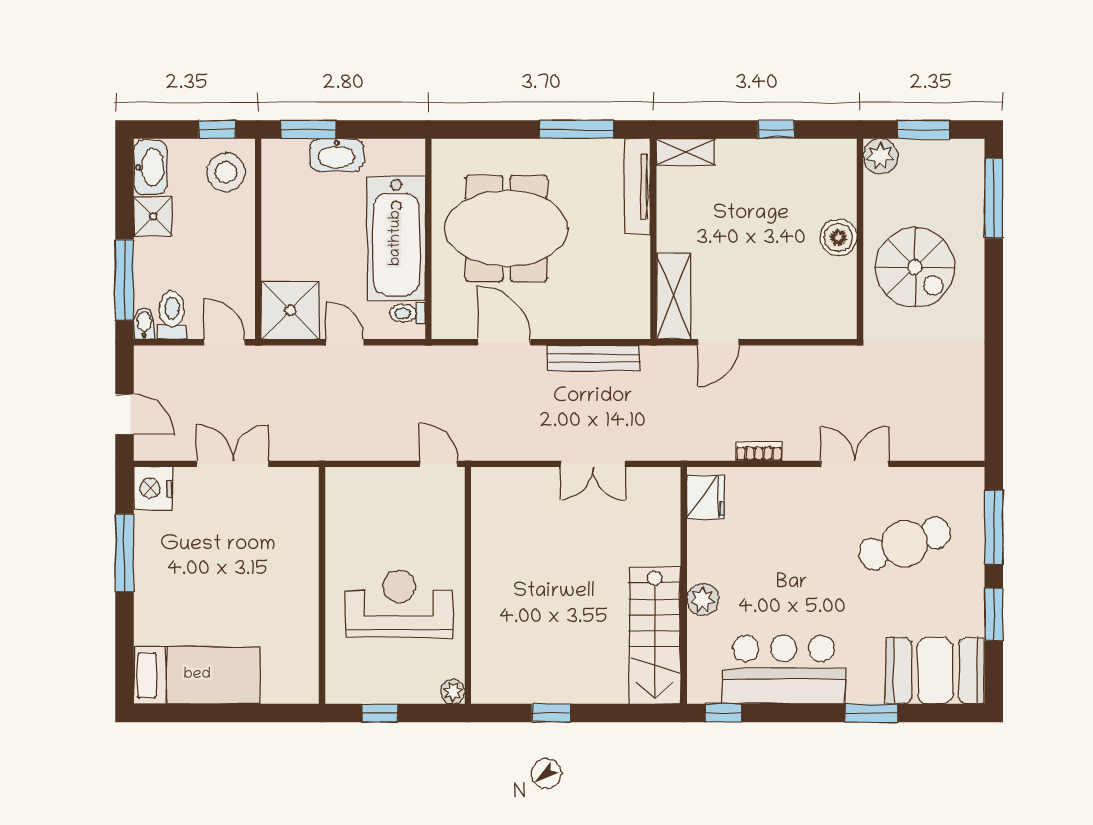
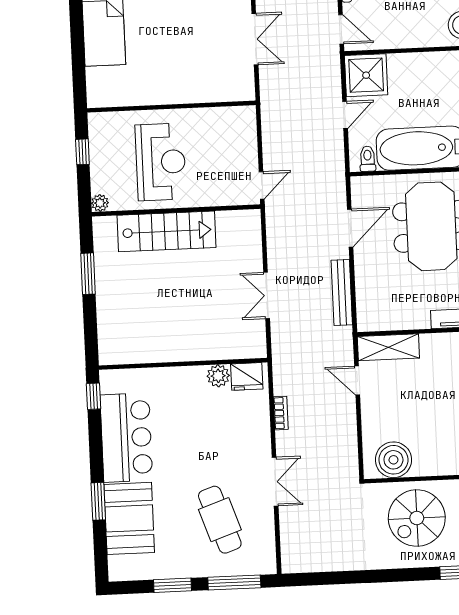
boiler: (838, 237) -> (393, 460), moved, width x1.37, depth x1.37
door: (224, 342) -> (341, 29), hinge flipped
plant: (703, 600) -> (218, 376), moved
stairs: (655, 636) -> (166, 231), moved, turned 180
booth: (935, 671) -> (129, 518), moved
window: (551, 713) -> (88, 274), width x1.50

